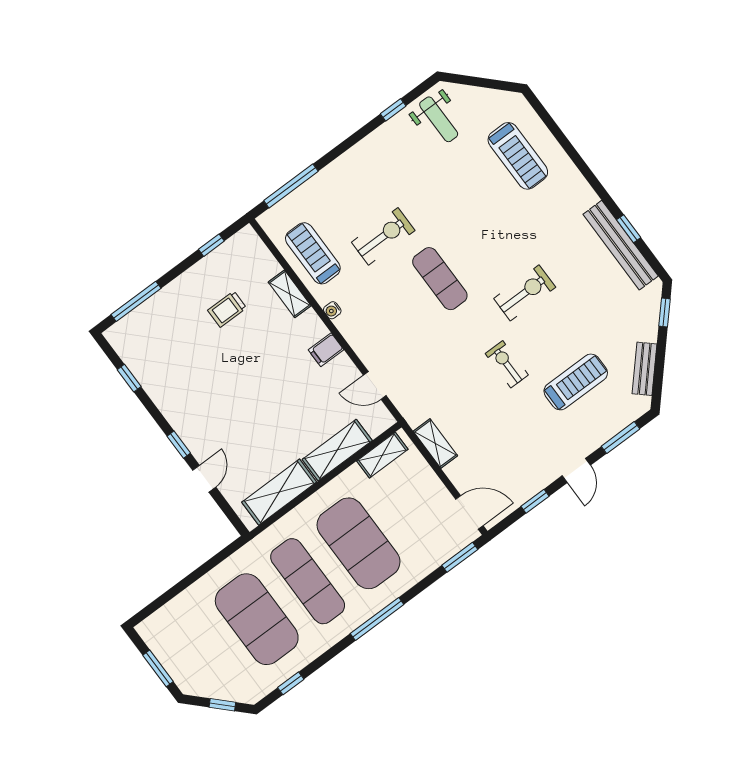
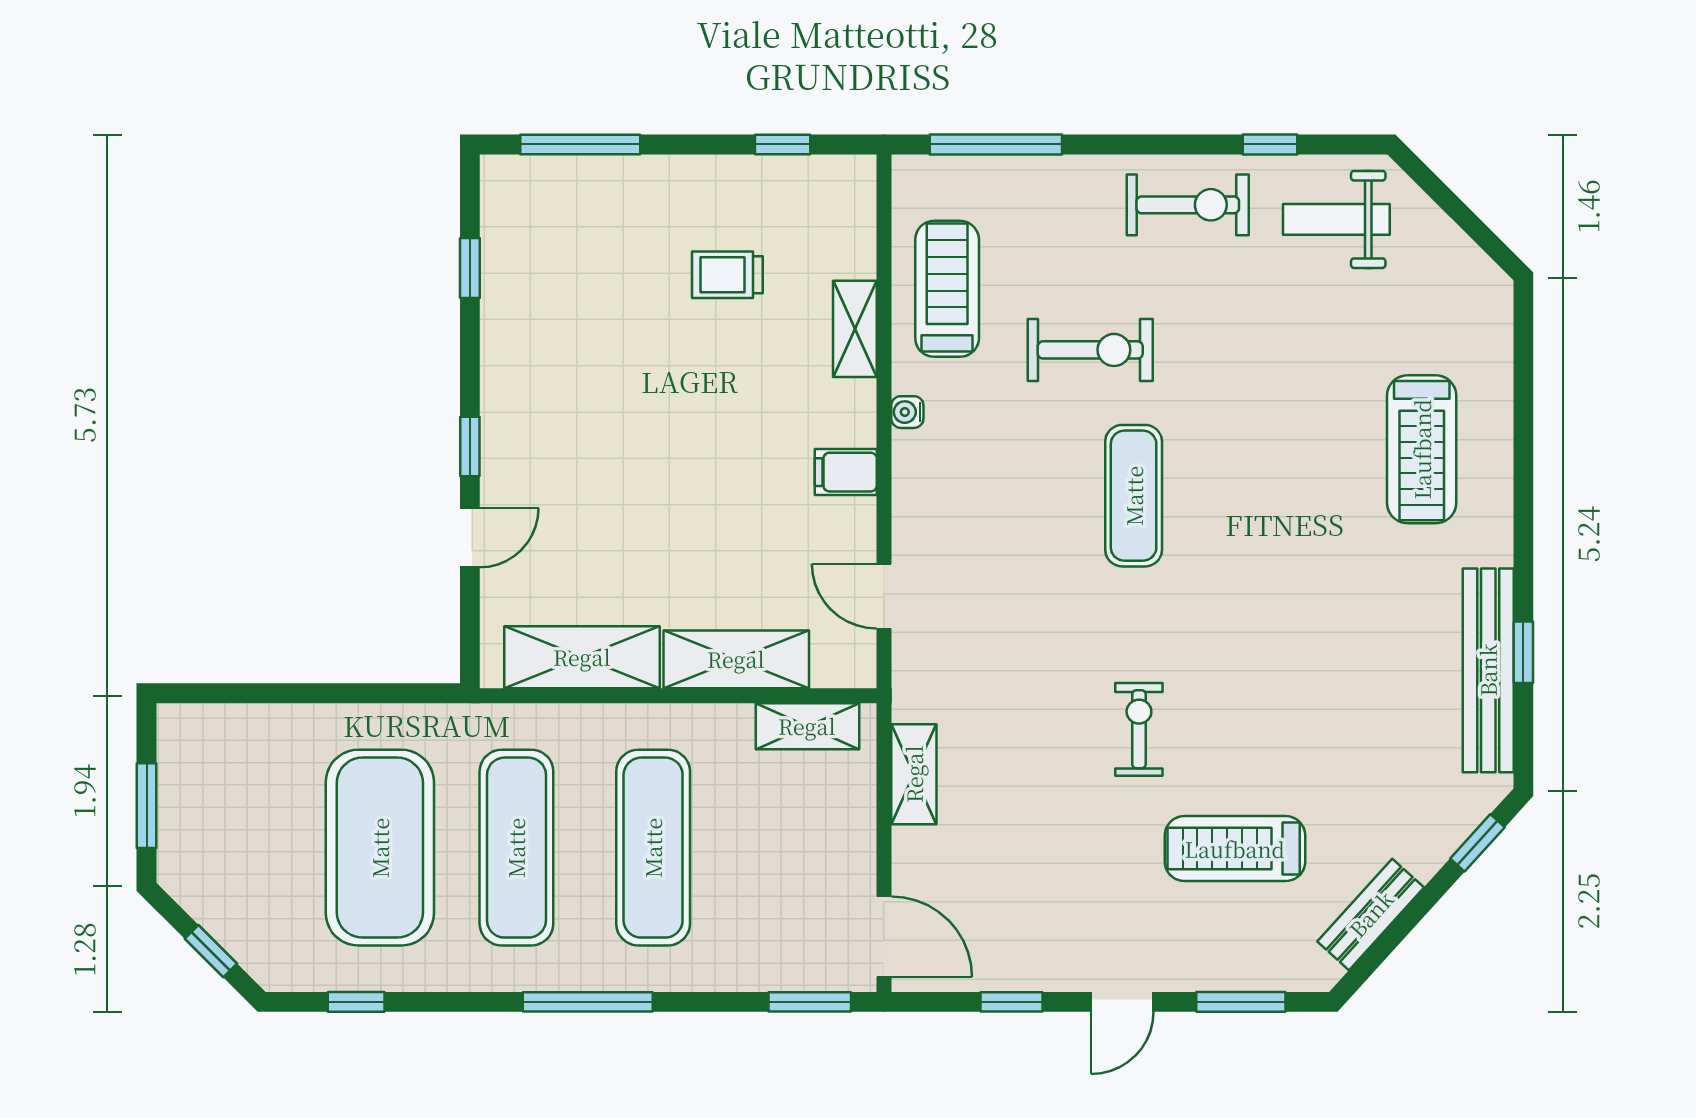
weight bench: (439, 119) -> (1336, 219), turned 90
treadmill: (518, 156) -> (1422, 449), moved
exercise bike: (525, 293) -> (1188, 205), moved
treadmill: (576, 382) -> (1235, 849), turned 180
exercise mat: (359, 543) -> (653, 848), width x0.68

